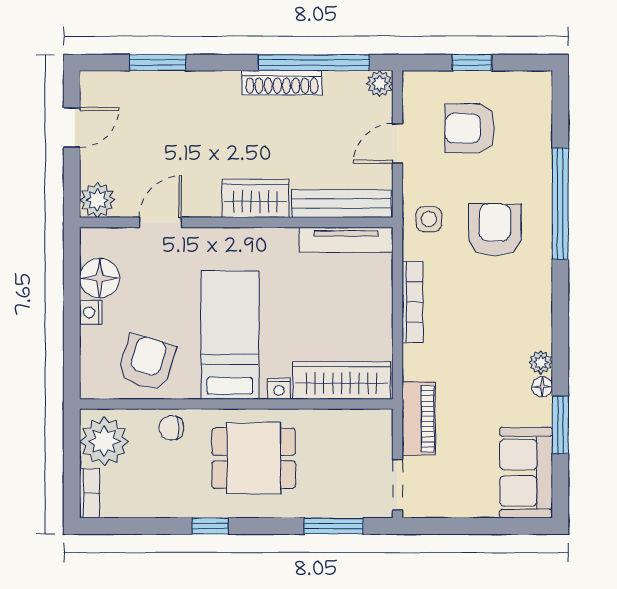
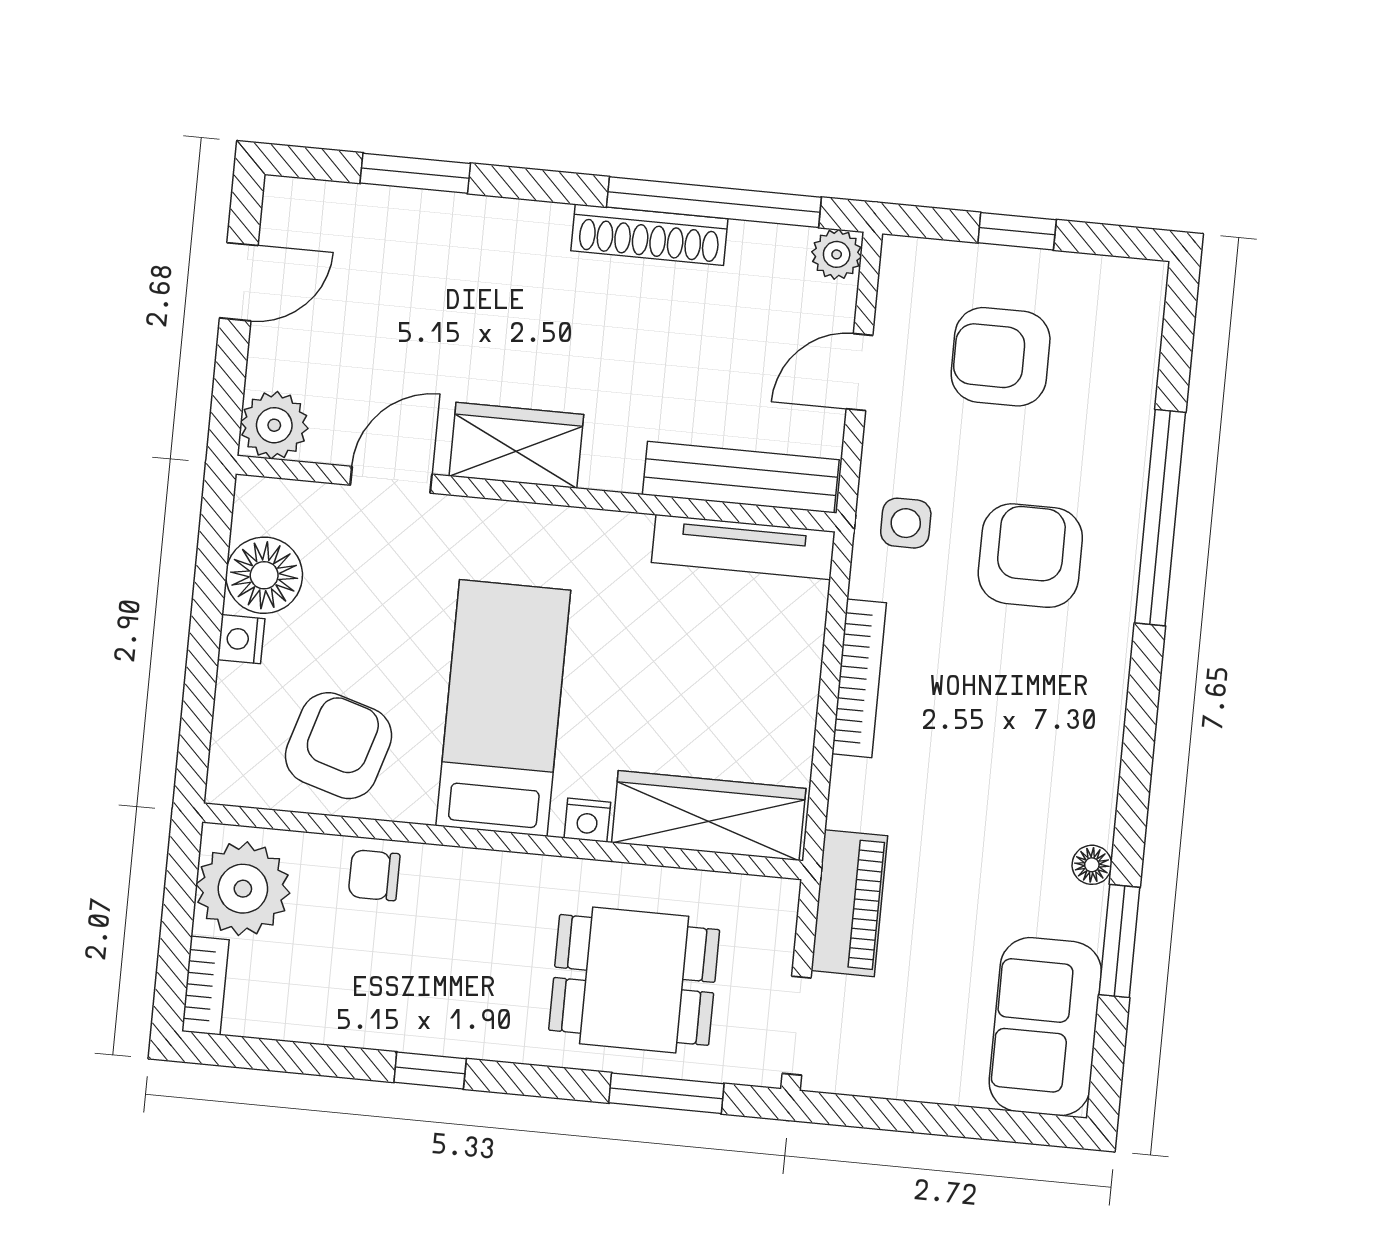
wardrobe: (255, 198) -> (516, 445), moved
plant: (541, 362) -> (1094, 818), removed
dining table: (254, 458) -> (634, 980), moved

